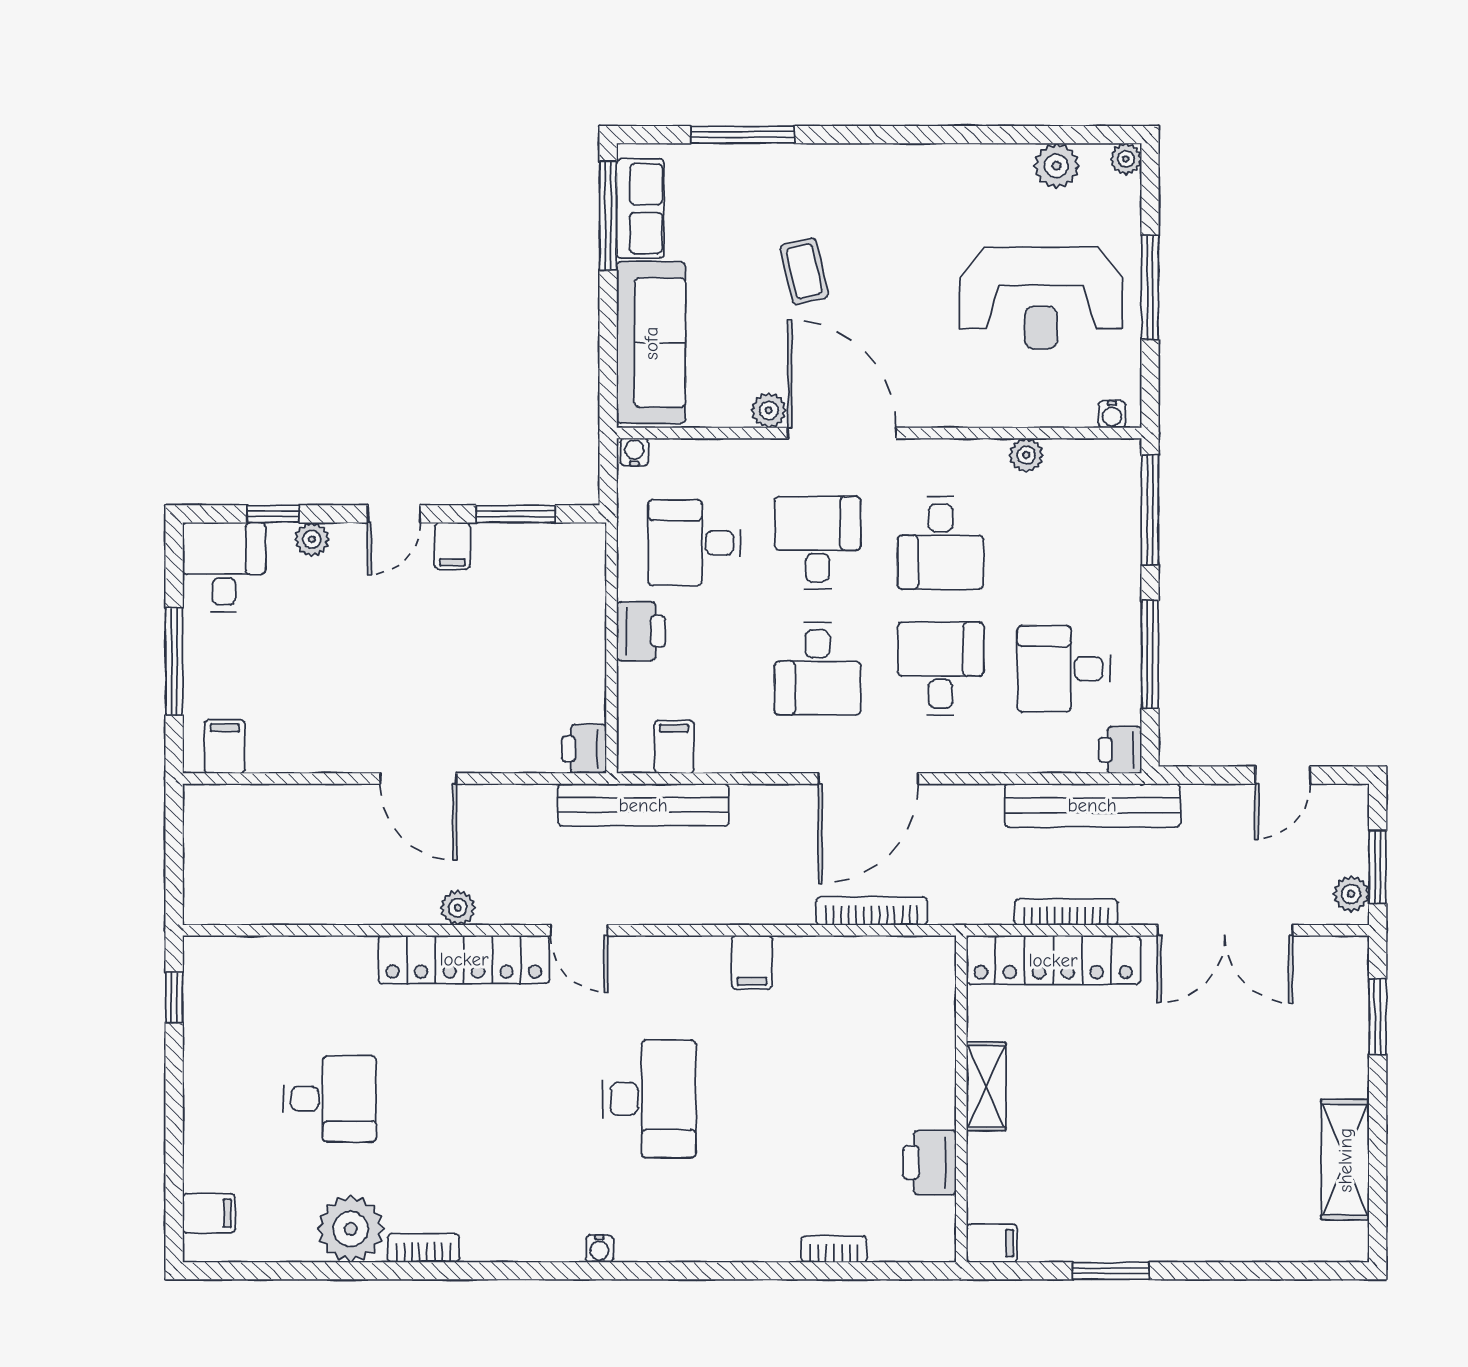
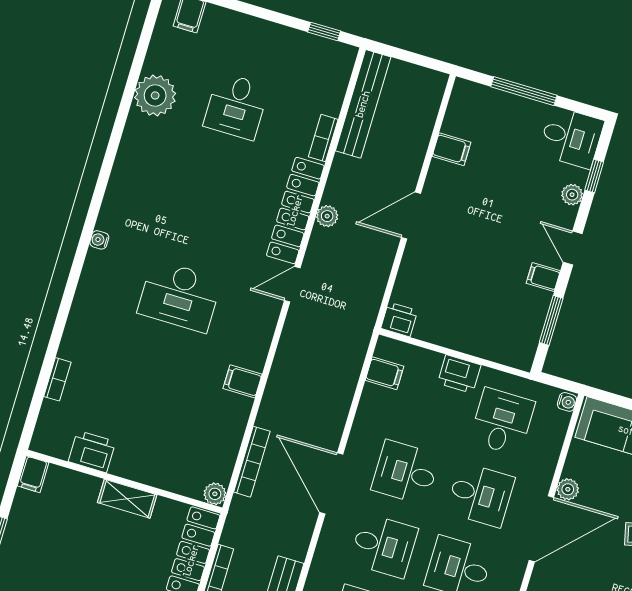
filing cabinet: (225, 747) -> (451, 149), moved
bench: (643, 805) -> (363, 104), moved
plant: (938, 953) -> (215, 494), added
bookcase: (423, 1248) -> (323, 138), moved, turned 180

